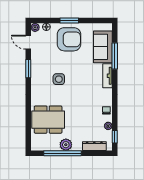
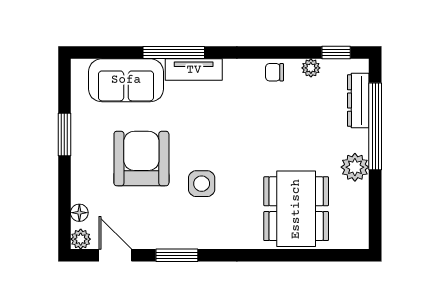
window: (69, 20) -> (64, 135), moved
armchair: (69, 39) -> (141, 159), moved
door: (28, 42) -> (115, 255), swing flipped
window: (115, 56) -> (174, 53), moved
window: (62, 153) -> (375, 126), moved

